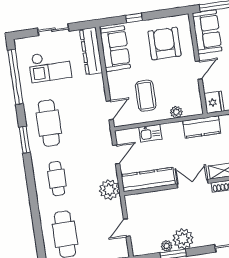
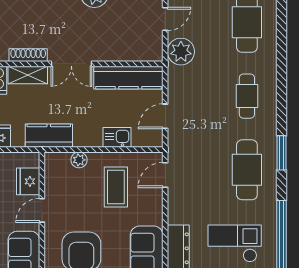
fridge: (214, 102) -> (28, 181), moved
plant: (109, 190) -> (181, 52), moved

